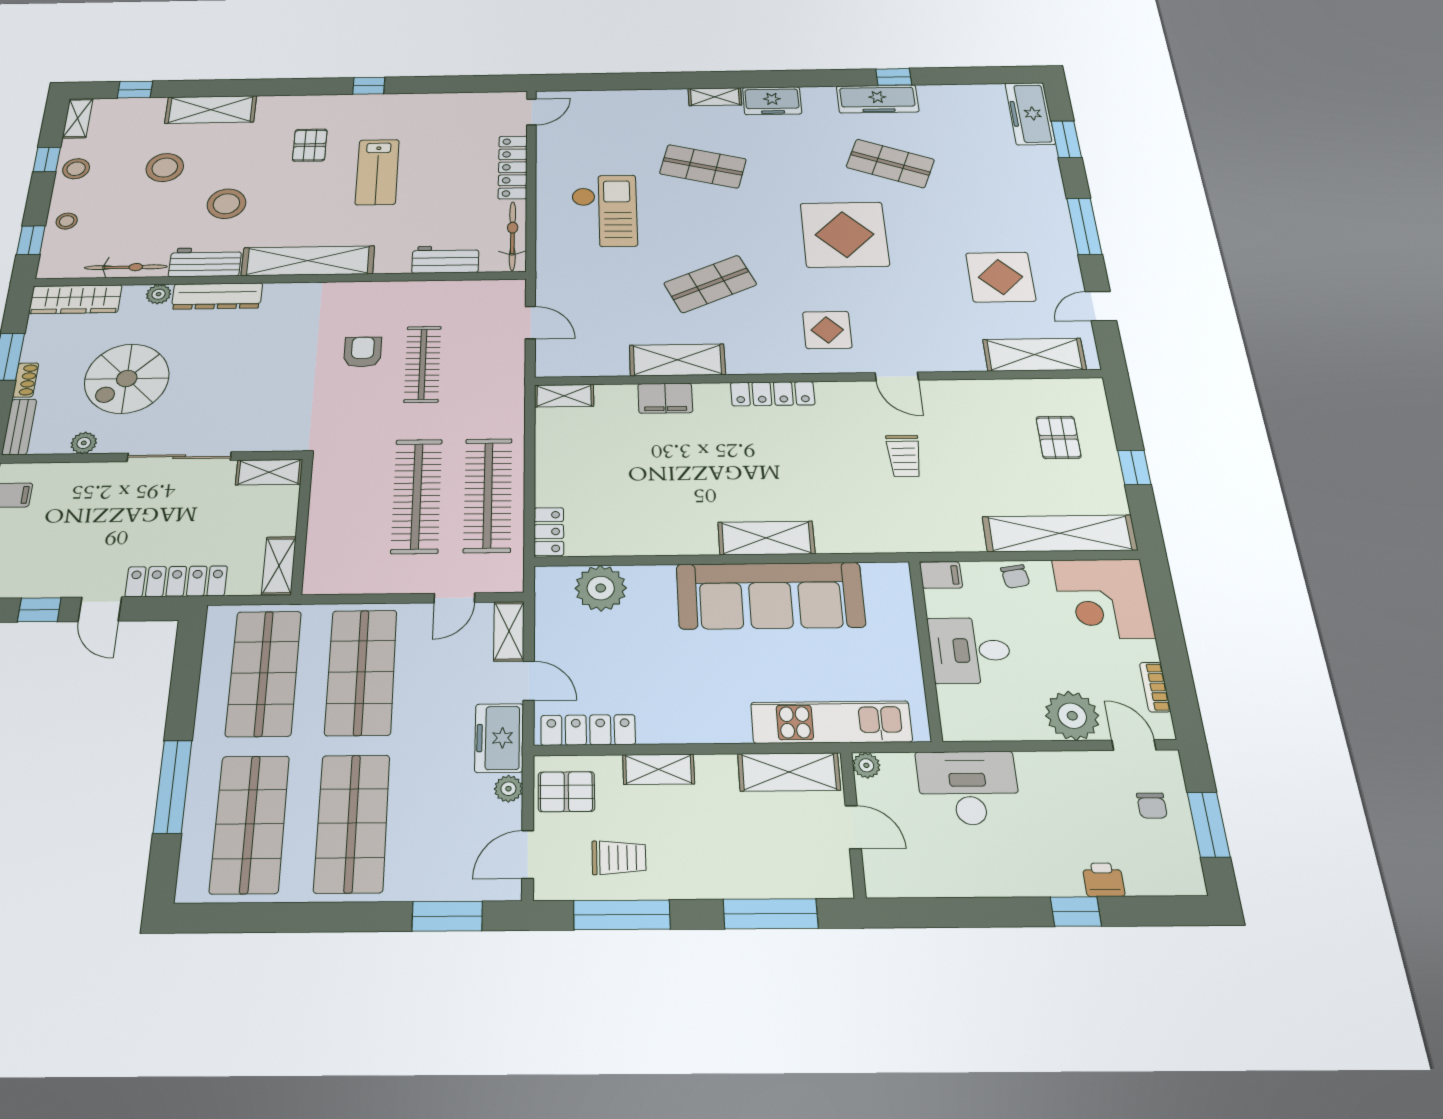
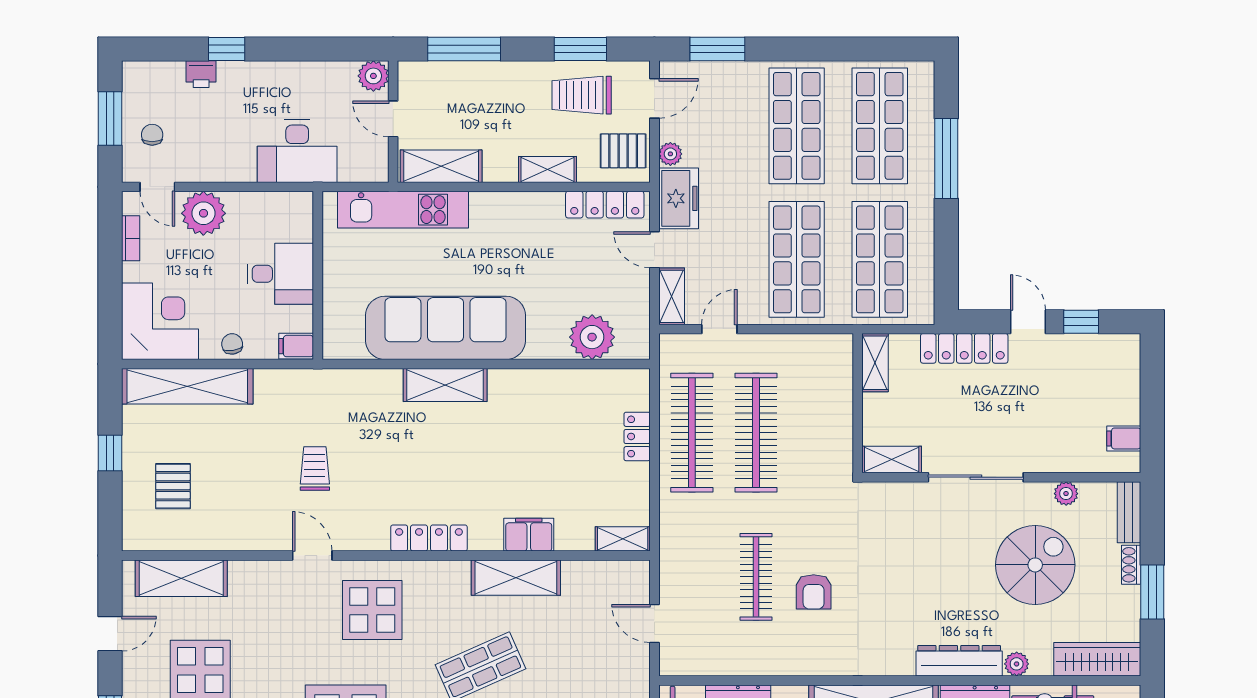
display table: (827, 330) -> (372, 610), width x1.36, depth x1.36
locker: (549, 532) -> (637, 436), moved
plant: (866, 765) -> (373, 76), moved, width x1.38, depth x1.38
trolley: (619, 858) -> (582, 95), width x1.36, depth x1.39
window: (622, 915) -> (580, 49), width x0.69

